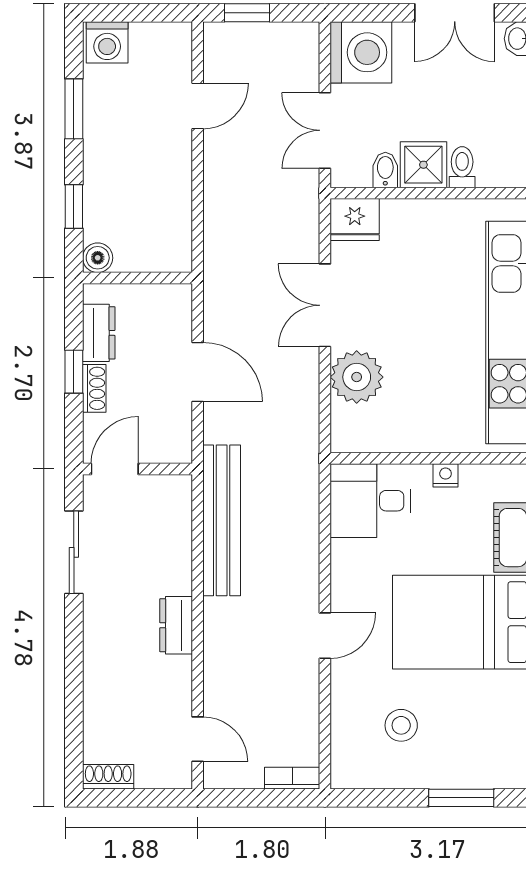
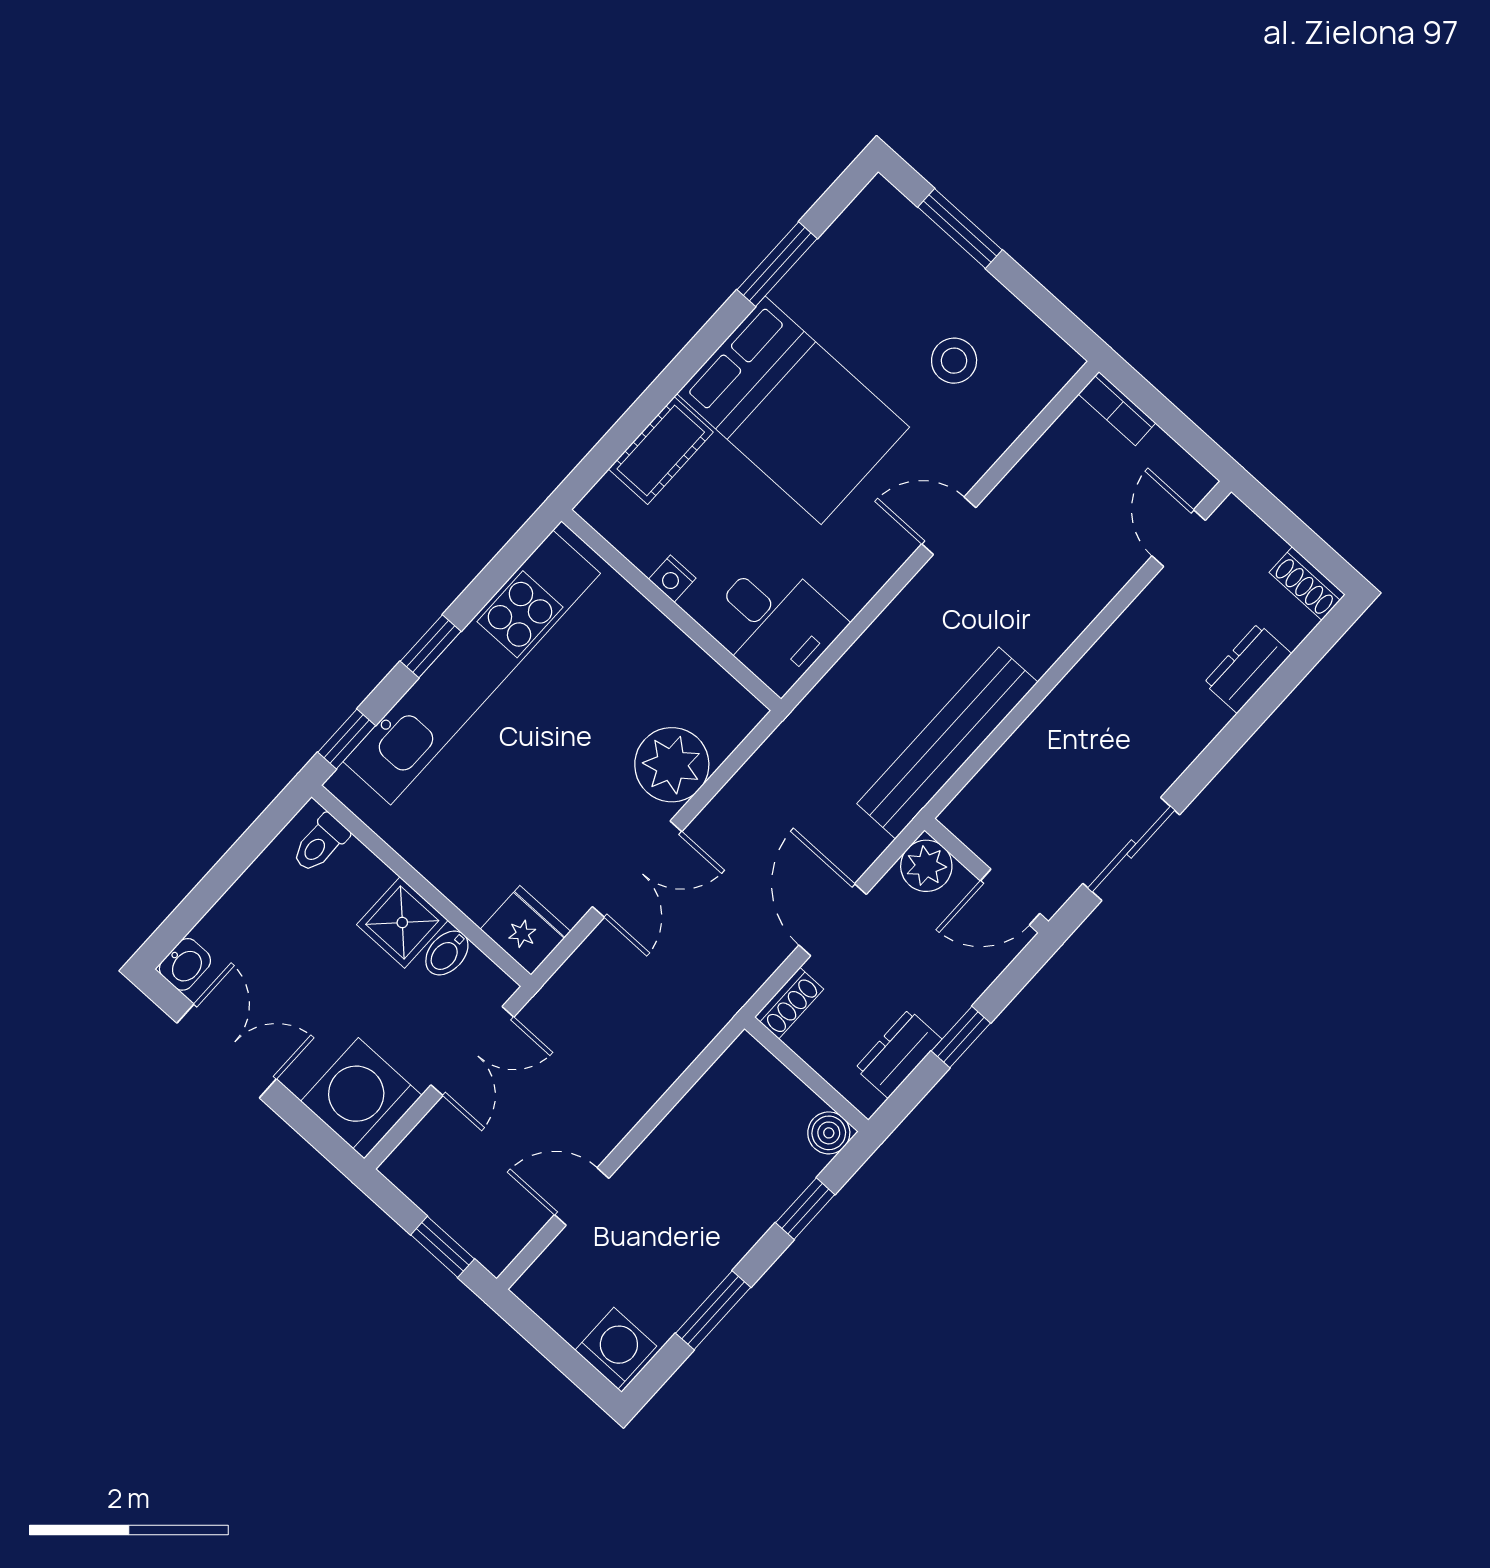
toilet: (462, 167) -> (320, 843), moved
shoe rack: (94, 388) -> (789, 1003), moved, turned 180
plant: (174, 445) -> (926, 866), added
dresser: (176, 625) -> (1248, 668), moved, turned 180

